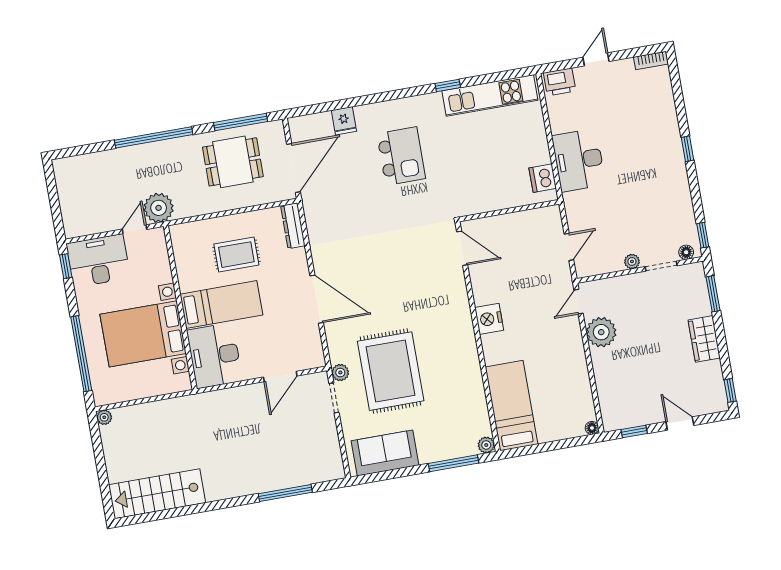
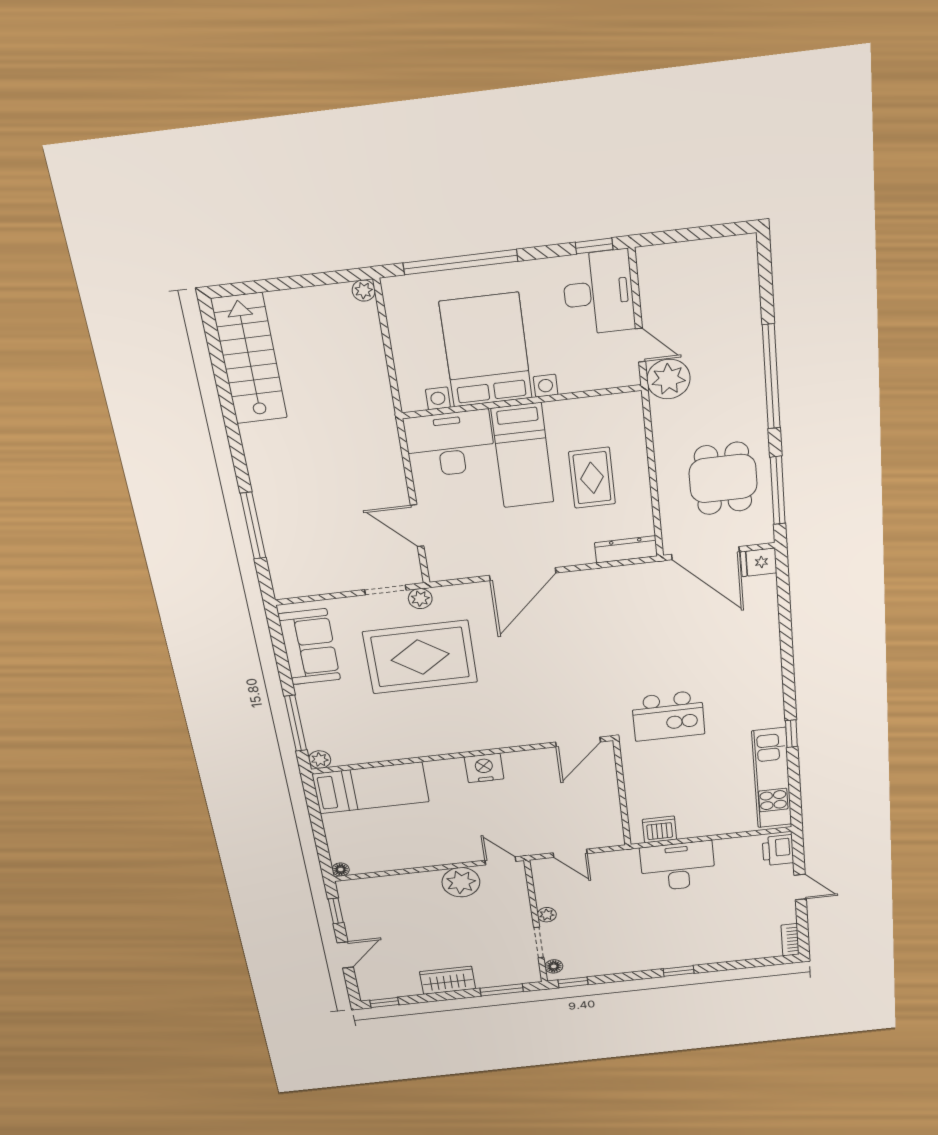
fridge: (344, 121) -> (759, 562), moved
kitchen island: (401, 156) -> (668, 716), moved

